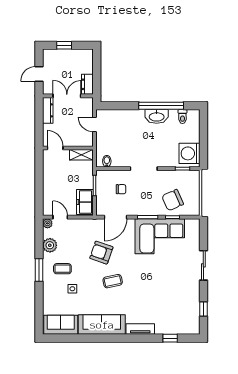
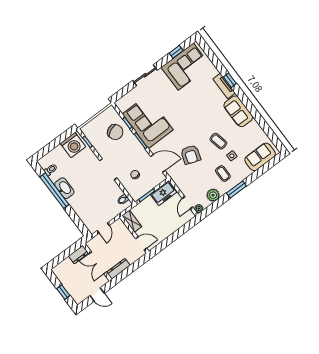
door: (55, 148) -> (141, 243), swing flipped
coffee table: (113, 281) -> (218, 141), moved
corner sofa: (183, 308) -> (186, 67), added
sofa: (61, 325) -> (260, 157), moved, turned 90
sofa: (102, 325) -> (238, 111), width x0.73
window: (170, 338) -> (230, 80), moved

